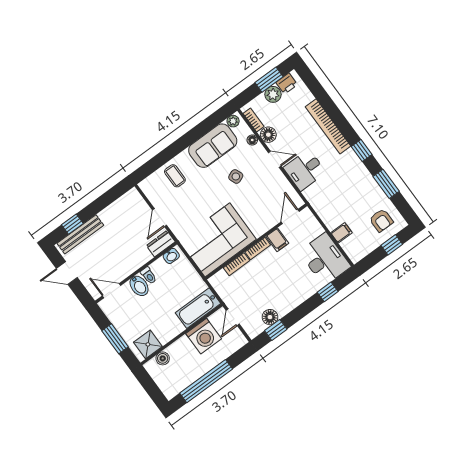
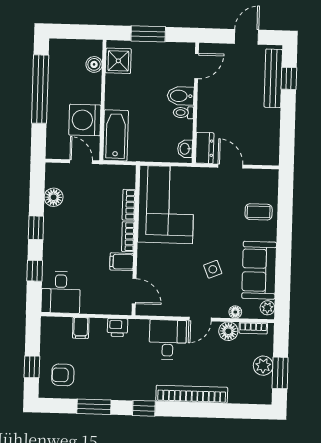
printer: (287, 84) -> (117, 327), moved, turned -90
desk: (325, 259) -> (61, 292), width x0.73
window: (276, 330) -> (36, 228), moved

